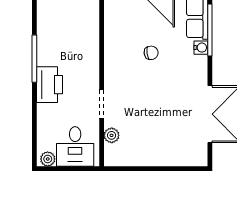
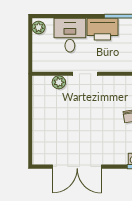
desk: (75, 147) -> (70, 35), moved, turned 90

